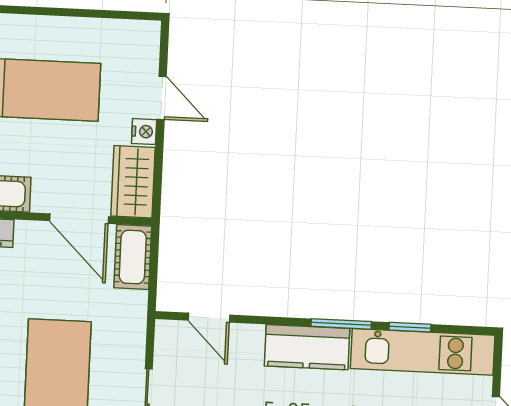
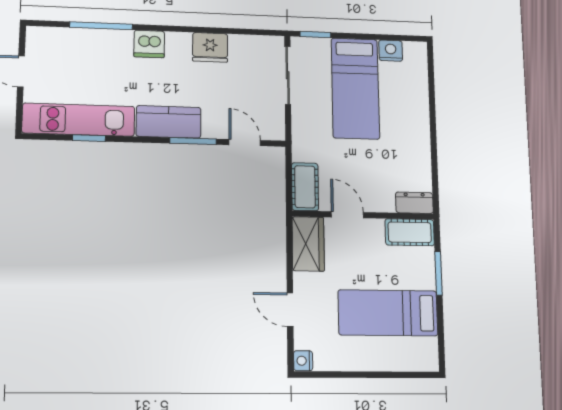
nightstand: (144, 132) -> (303, 361), moved
door: (79, 219) -> (347, 215), width x0.73
window: (341, 324) -> (193, 141), moved

